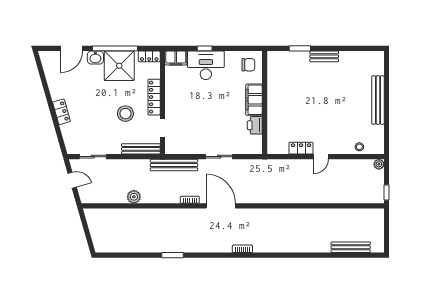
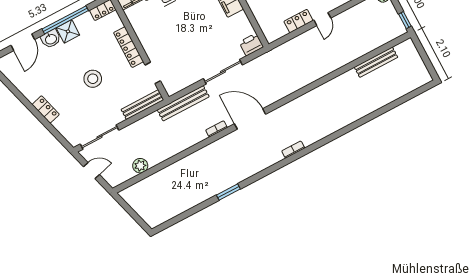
shower: (119, 66) -> (68, 31), width x0.54, depth x0.54
stool: (125, 114) -> (93, 79), moved
printer: (255, 125) -> (251, 44), moved, turned 90
sliding door: (93, 157) -> (100, 137), width x1.37
sliding door: (219, 157) -> (223, 72), width x1.37
plant: (134, 197) -> (140, 166), moved
bench: (351, 247) -> (376, 62), moved

